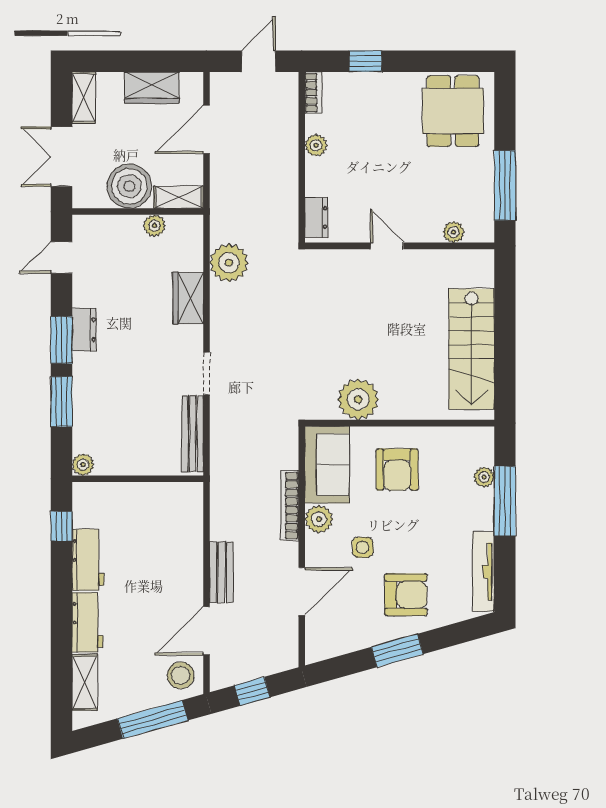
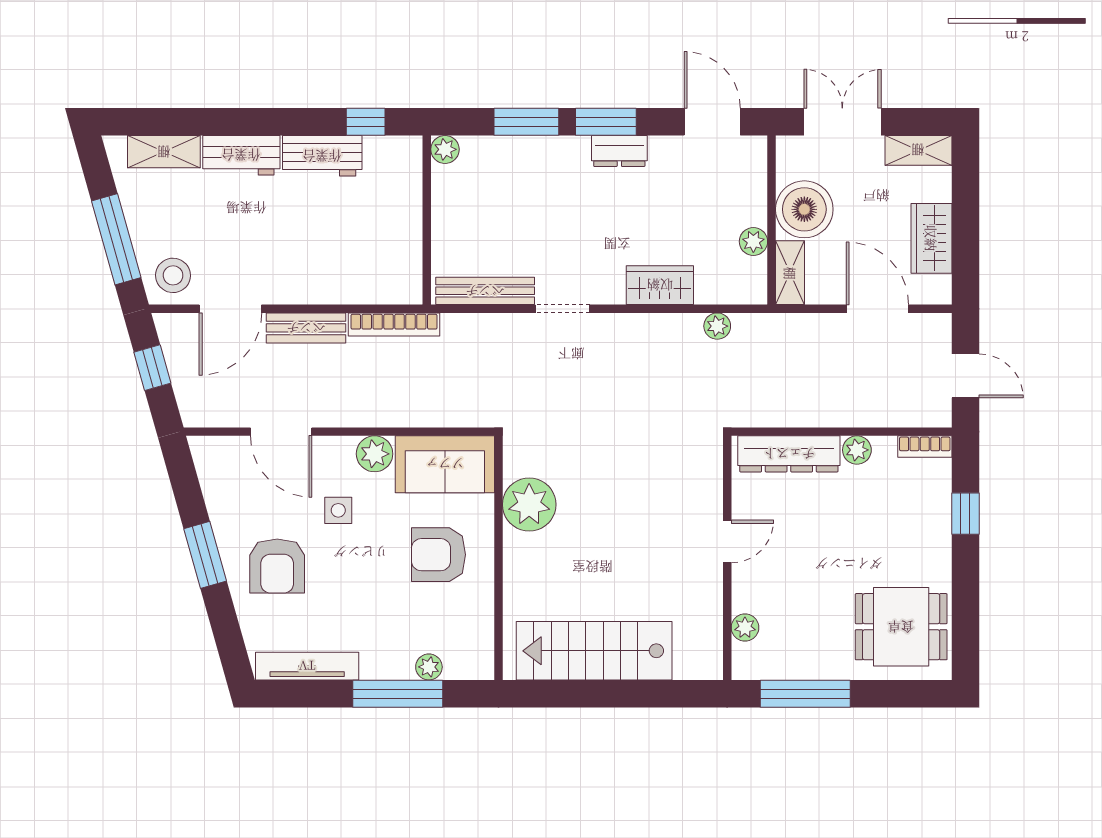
dresser: (316, 217) -> (789, 454), width x1.96, depth x1.24
door: (61, 257) -> (712, 122), width x1.38
plant: (229, 263) -> (717, 326), width x0.53, depth x0.53
bookcase: (289, 506) -> (394, 324), moved, turned 180
door: (206, 631) -> (230, 309), swing flipped

